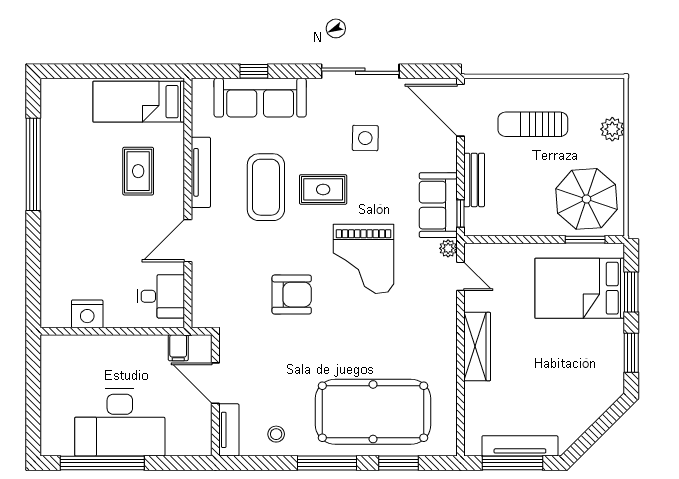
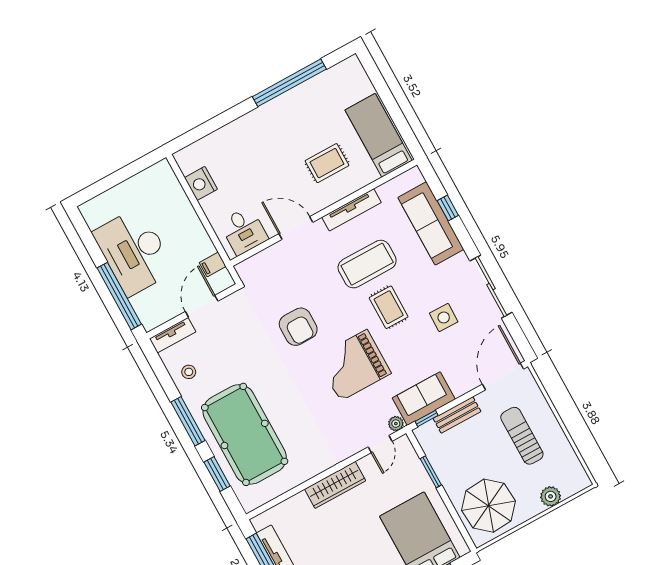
window: (585, 240) -> (431, 472), moved
window: (102, 463) -> (119, 296), moved

